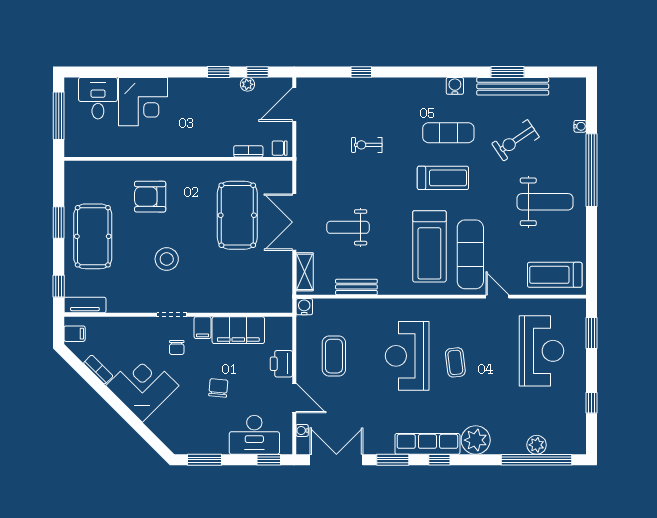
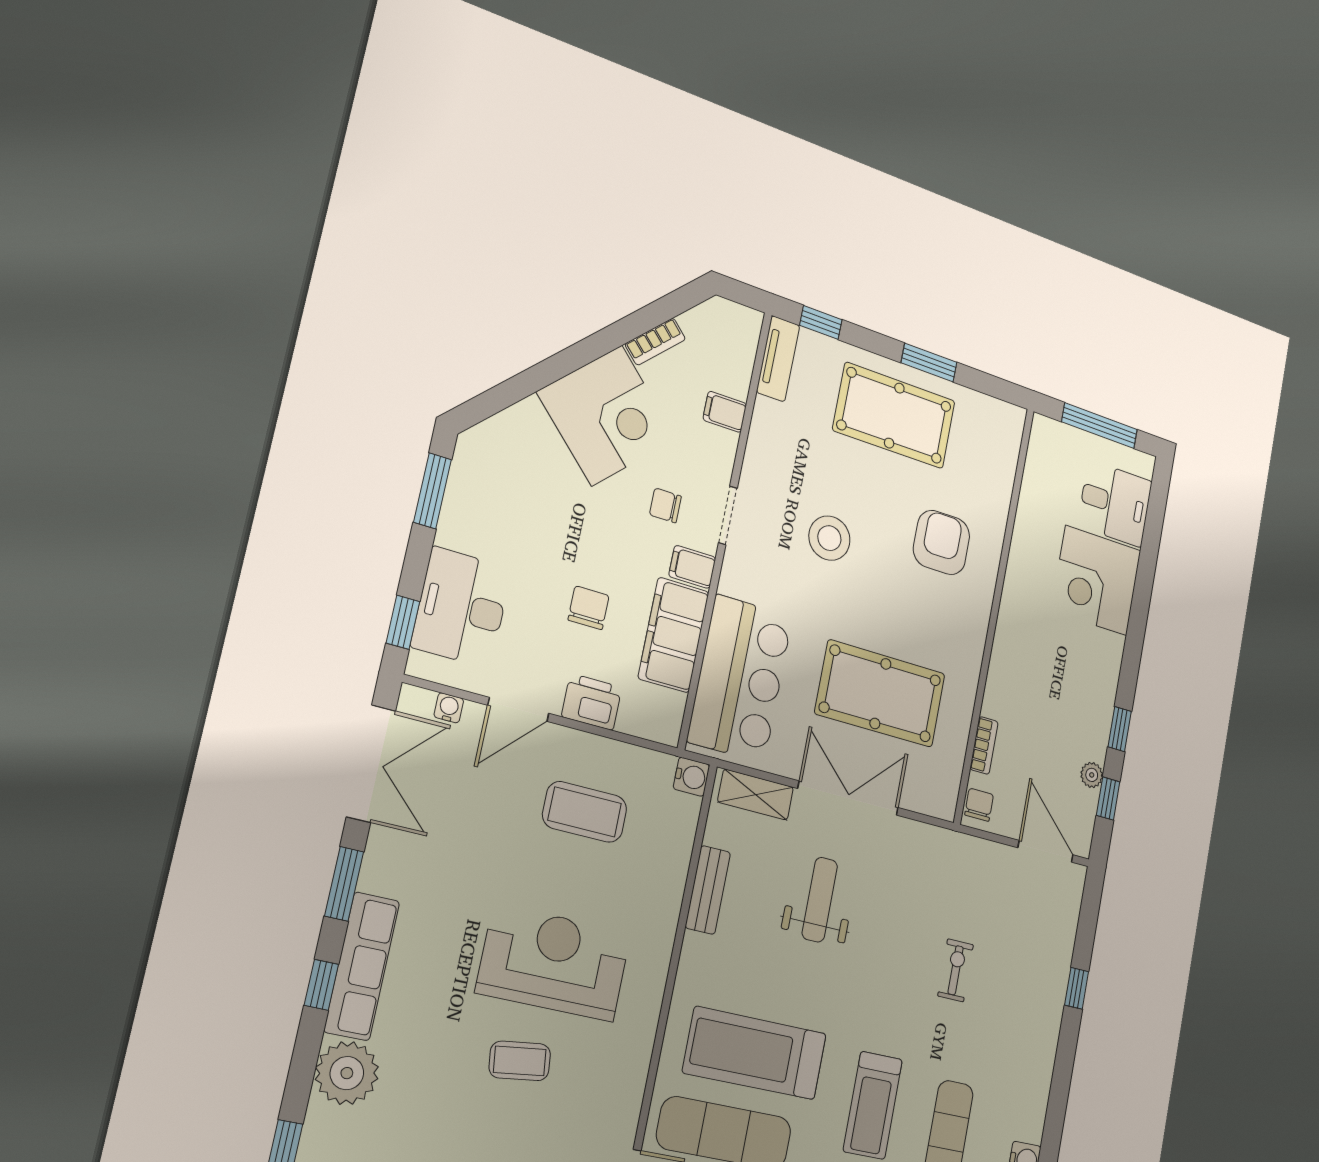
bar counter: (250, 292) -> (740, 678), added
filing cabinet: (75, 334) -> (725, 412), moved, turned 90
chair: (218, 388) -> (589, 608), moved, turned -95

